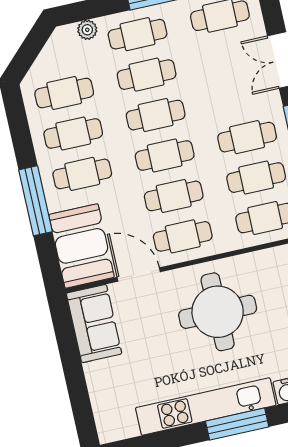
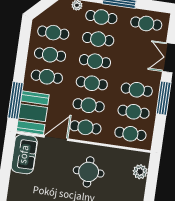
window: (35, 201) -> (15, 100), moved
door: (139, 274) -> (56, 138), hinge flipped
round table: (218, 312) -> (89, 172), width x0.73, depth x0.73

